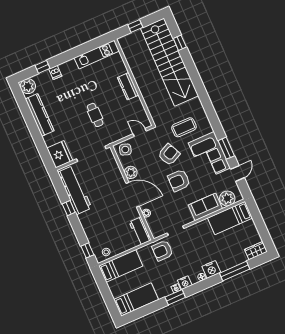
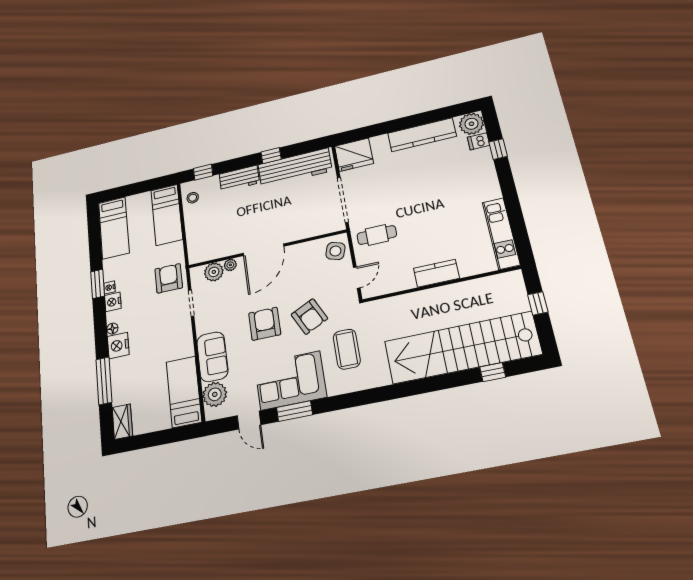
dishwasher: (55, 72) -> (478, 141), moved
cafe table: (95, 115) -> (377, 235), moved
plant: (131, 172) -> (214, 272), moved
workbench: (140, 231) -> (239, 178), moved, turned 180

